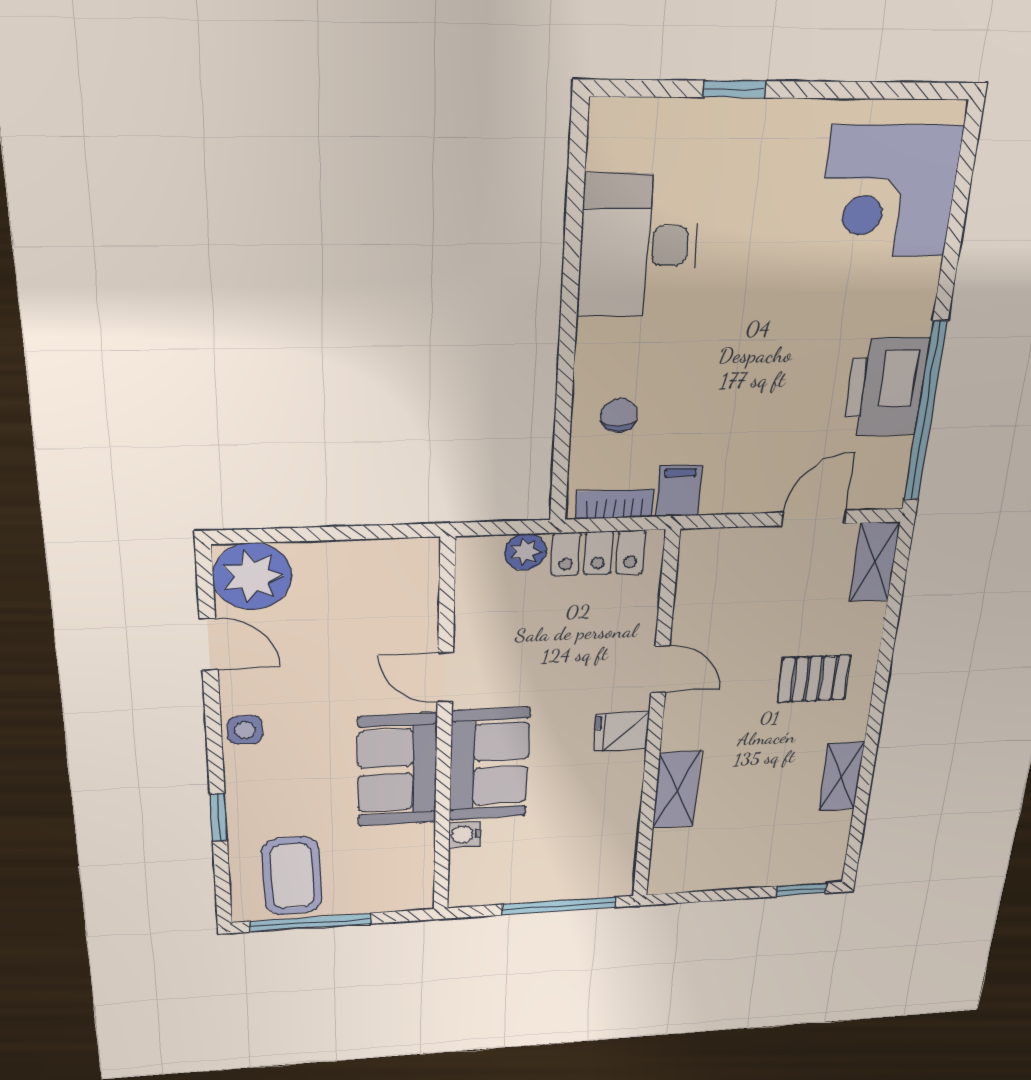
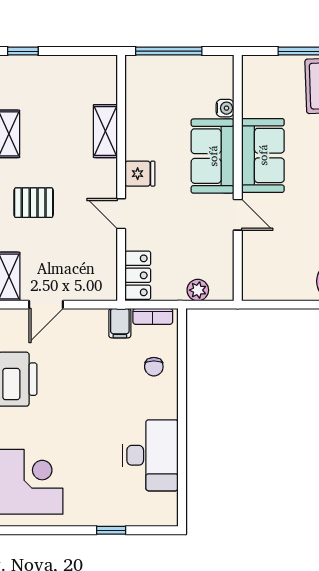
locker: (598, 553) -> (138, 275), moved, turned 90

